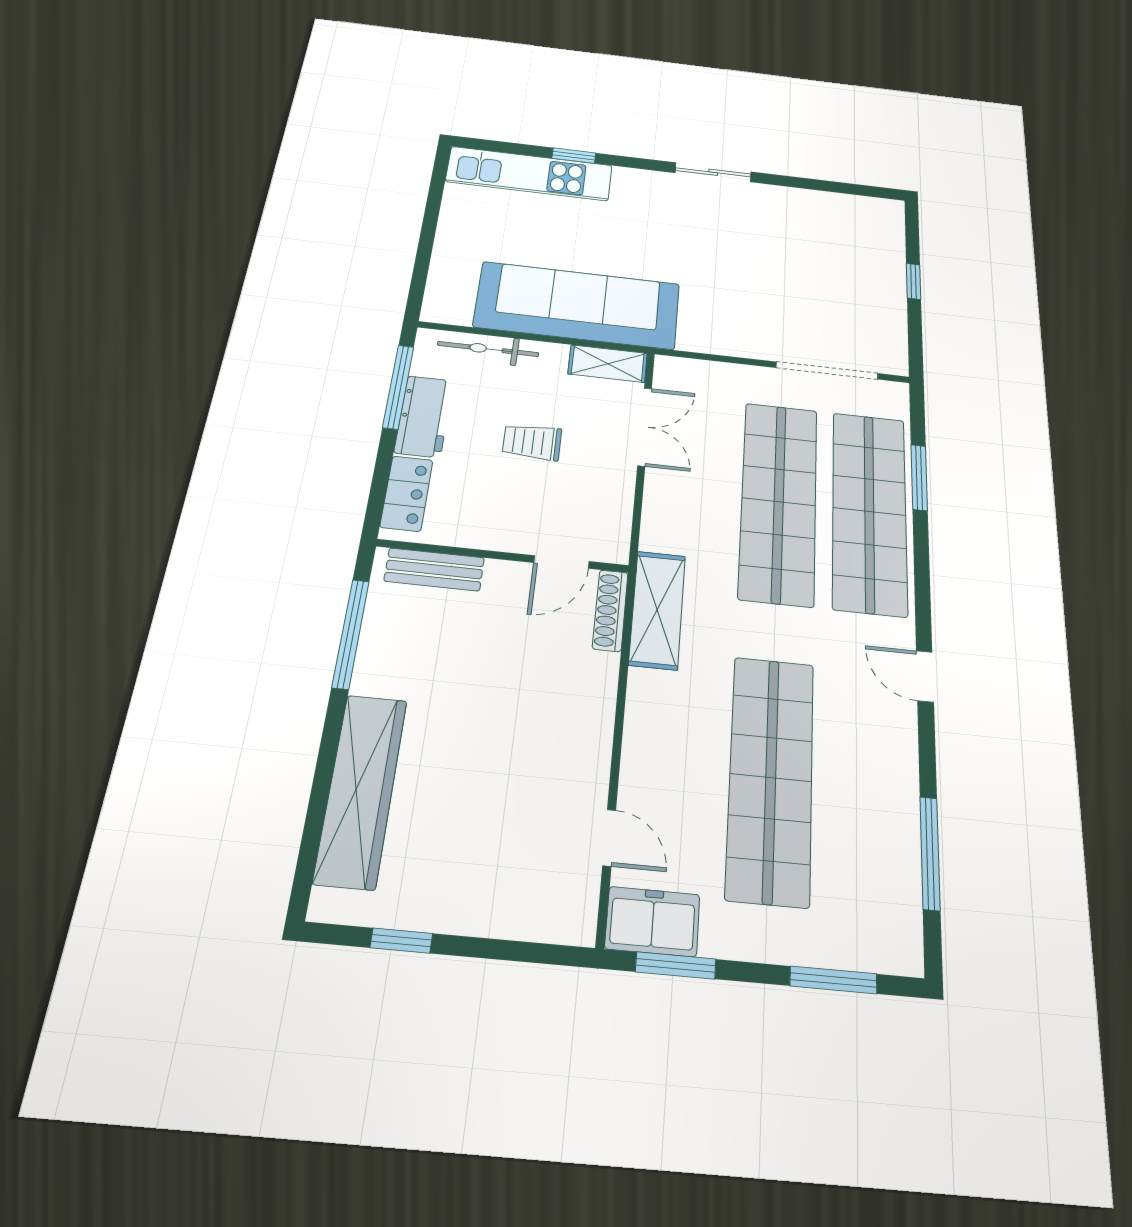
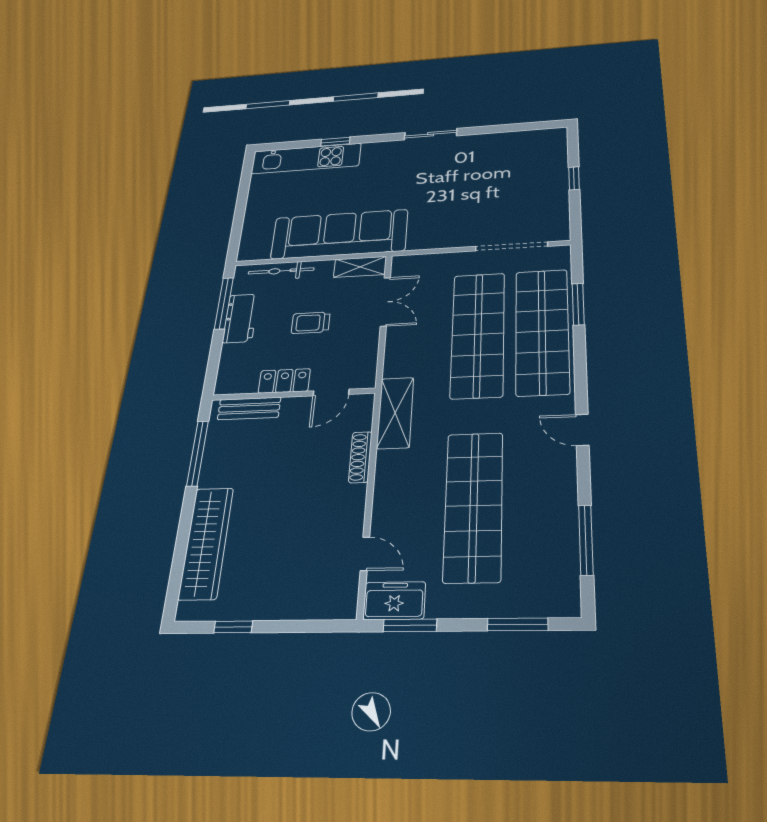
locker: (407, 493) -> (284, 381), moved, turned -90
shoe rack: (610, 610) -> (360, 457), moved

